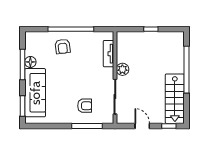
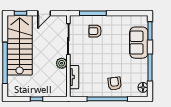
floor lamp: (30, 62) -> (143, 87), moved
sofa: (35, 93) -> (139, 43), width x0.73
stairs: (175, 99) -> (20, 45), width x1.36, depth x1.51
door: (142, 126) -> (44, 13), hinge flipped

